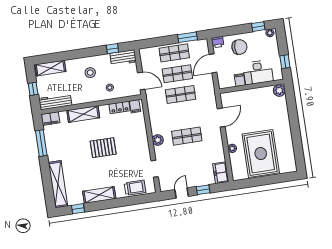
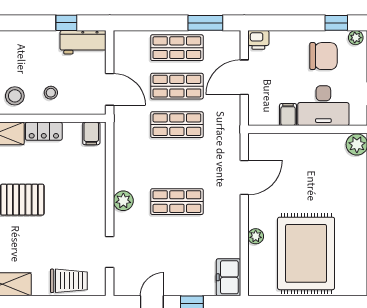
chair: (239, 47) -> (323, 56), moved
stool: (90, 73) -> (15, 96), moved
locker: (120, 107) -> (44, 131), moved

